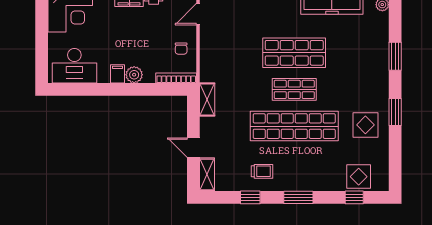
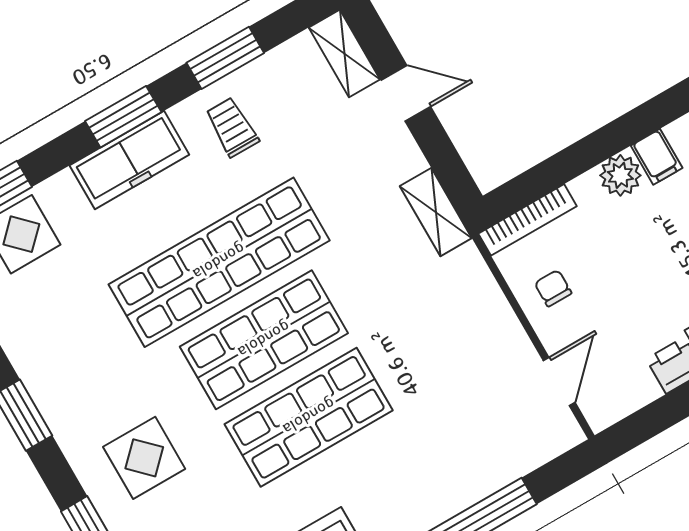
shop shelf: (294, 89) -> (264, 340), width x1.43, depth x1.36
display table: (365, 125) -> (144, 458), moved
trolley: (262, 171) -> (232, 127), turned 90
freezer: (305, 181) -> (129, 160), added
window: (250, 197) -> (225, 58), width x1.50

